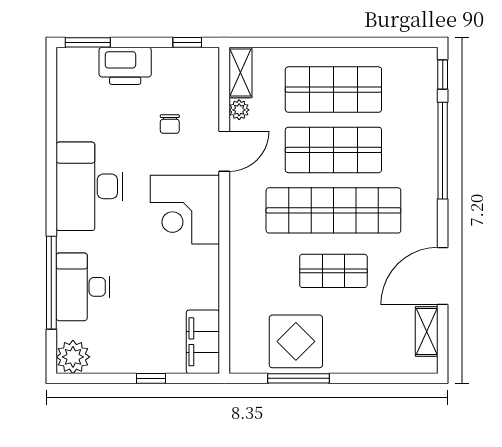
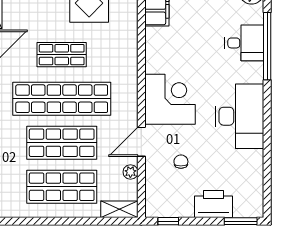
shelving: (240, 73) -> (119, 209), moved, turned 90
desk: (83, 287) -> (244, 43), width x0.73

